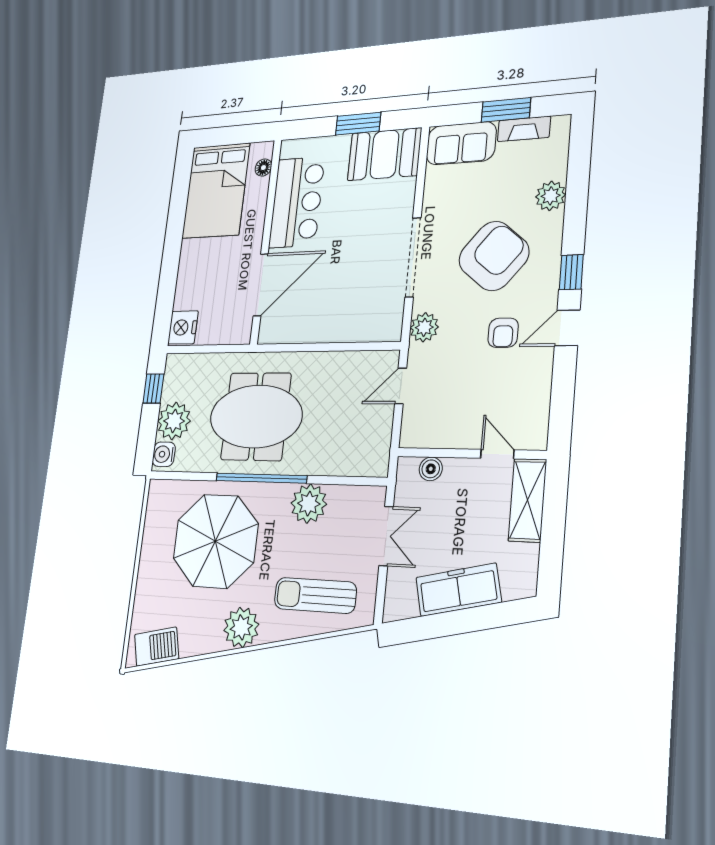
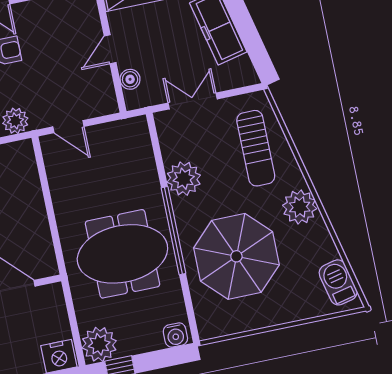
meeting table: (256, 416) -> (122, 254), turned 90
plant: (174, 421) -> (99, 344), moved
door: (497, 454) -> (110, 49), moved

